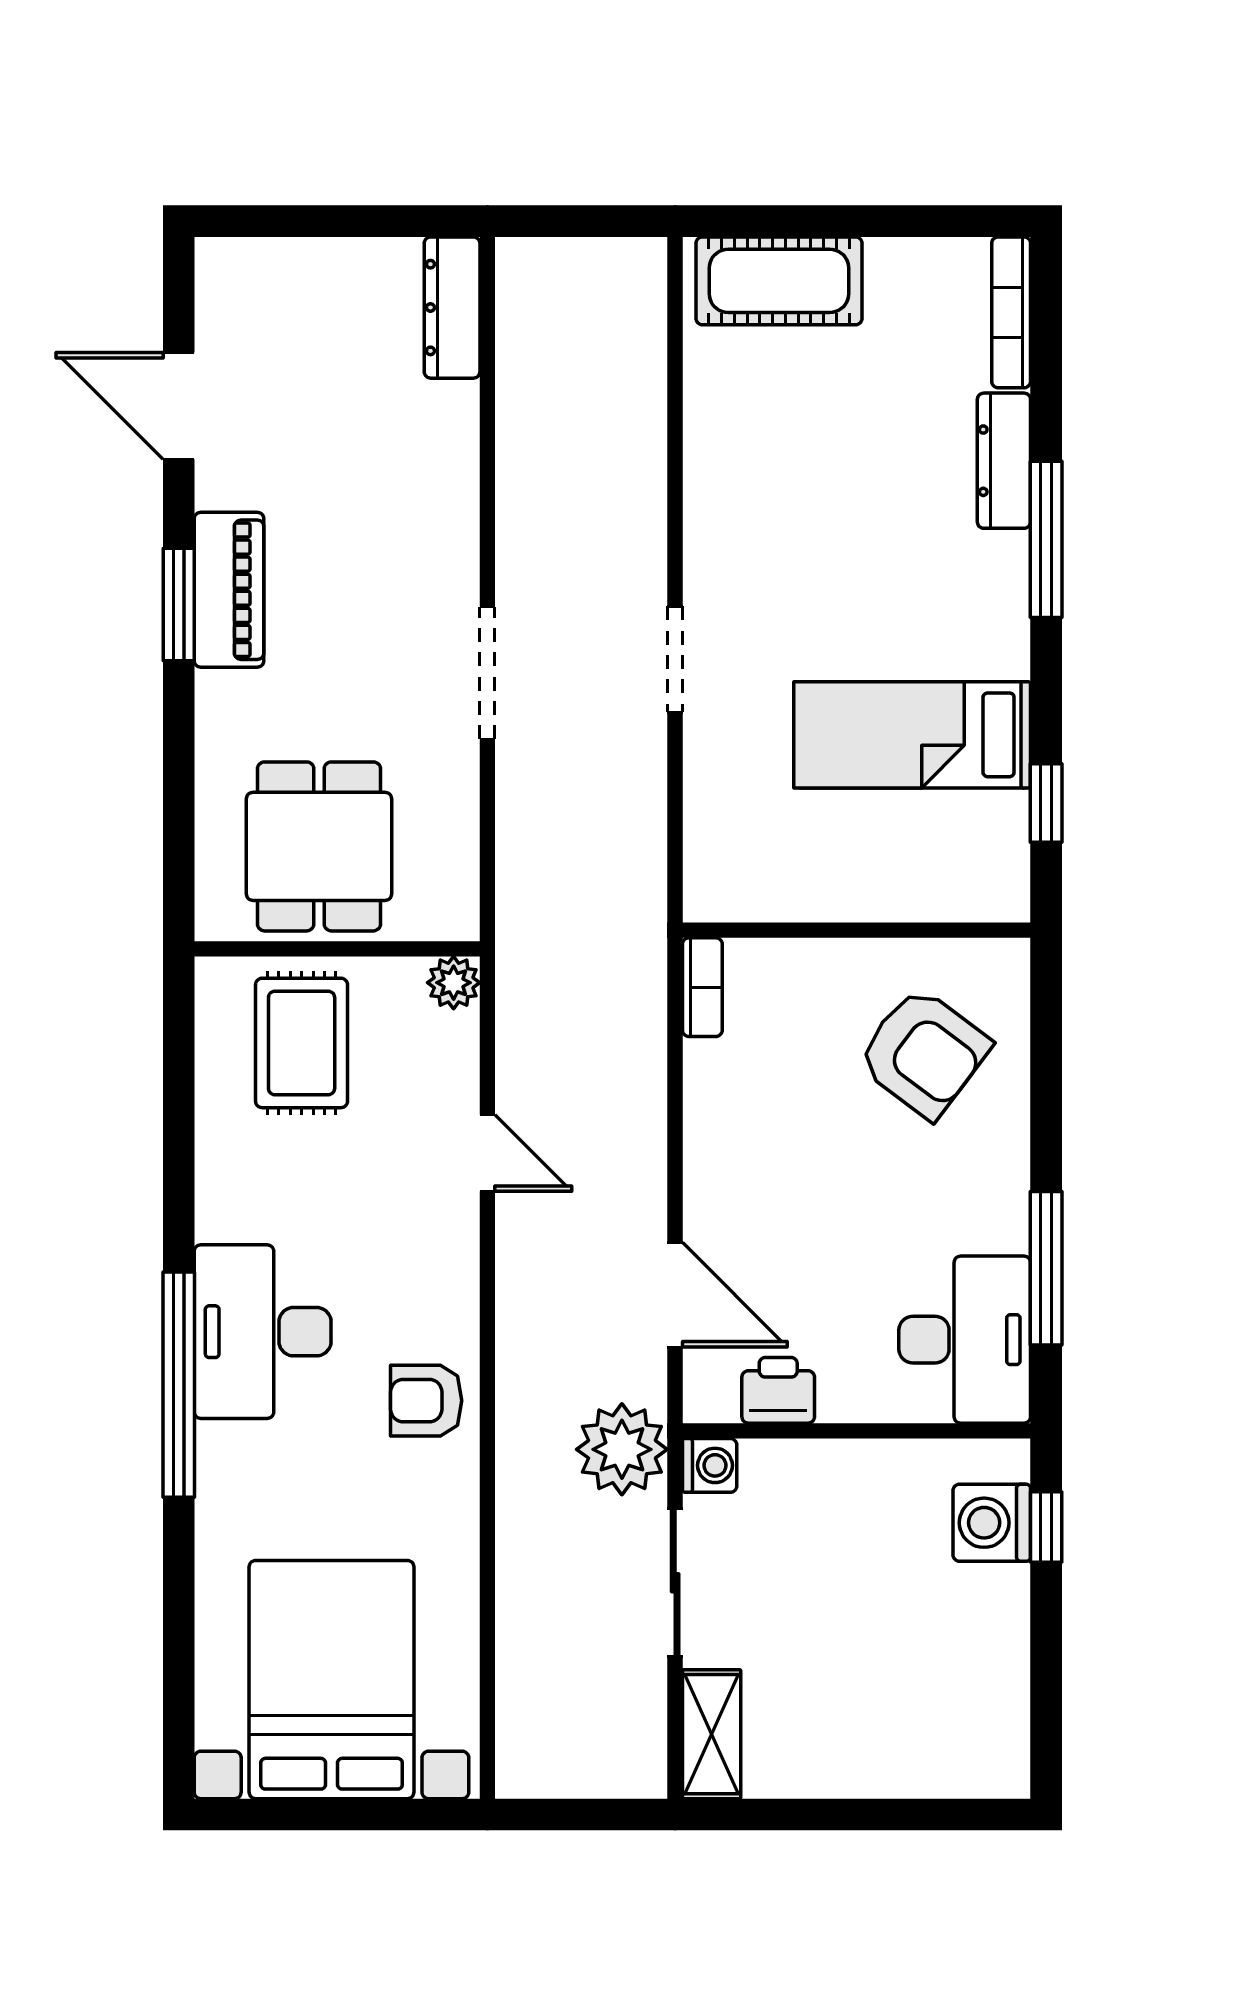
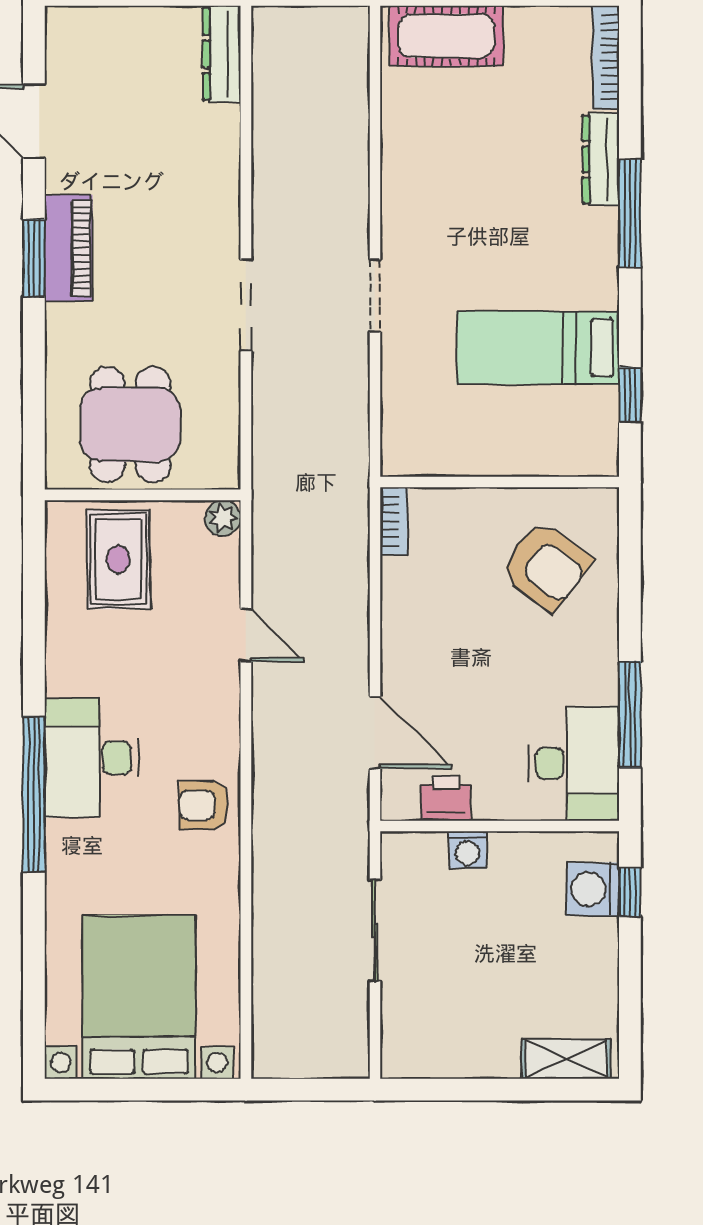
plant: (622, 1449) -> (338, 839), removed
washing machine: (710, 1465) -> (468, 850), moved, turned 90
shelving: (712, 1734) -> (566, 1059), moved, turned 90

